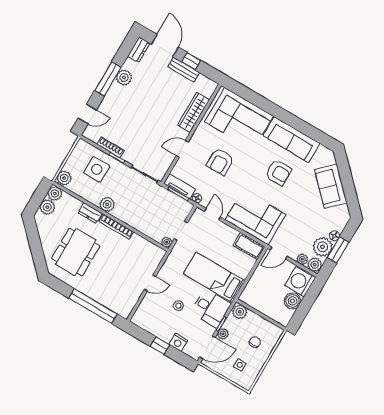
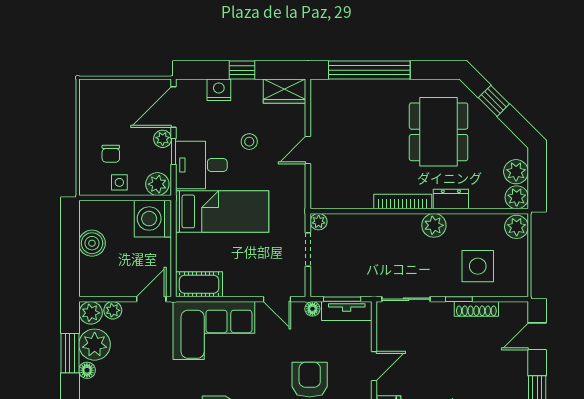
window: (37, 251) -> (494, 101), added
washing machine: (300, 282) -> (153, 219), moved, turned 180
wardrobe: (144, 321) -> (285, 91), added
side table: (240, 365) -> (119, 182), moved

